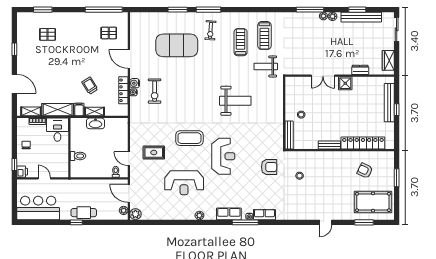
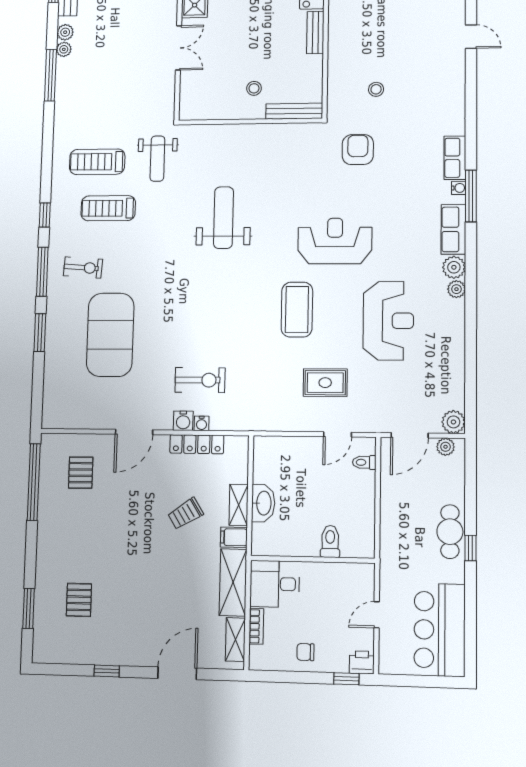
window: (237, 10) -> (45, 215), added
treadmill: (264, 36) -> (97, 162), turned 180
rug: (154, 152) -> (325, 383), turned 90
plant: (210, 214) -> (454, 267), added

